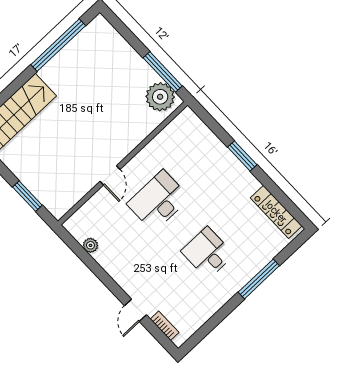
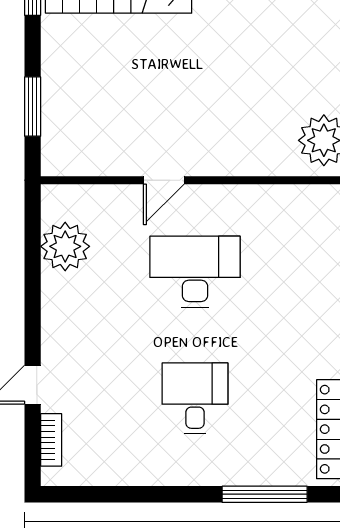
plant: (90, 245) -> (65, 246), width x1.88, depth x1.88
window: (259, 279) -> (265, 494), moved

